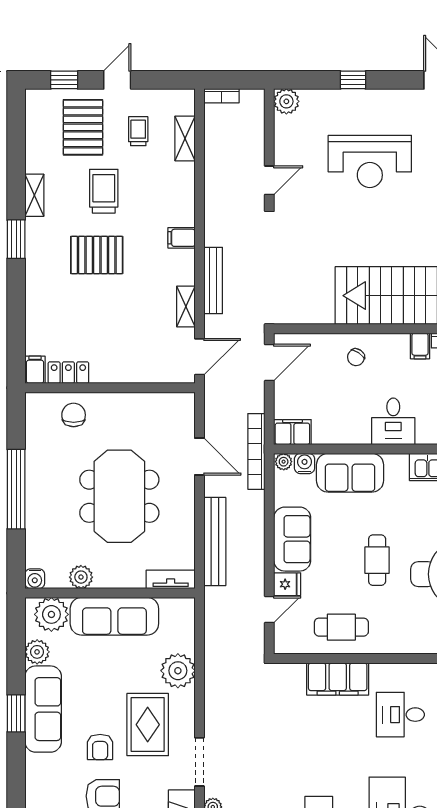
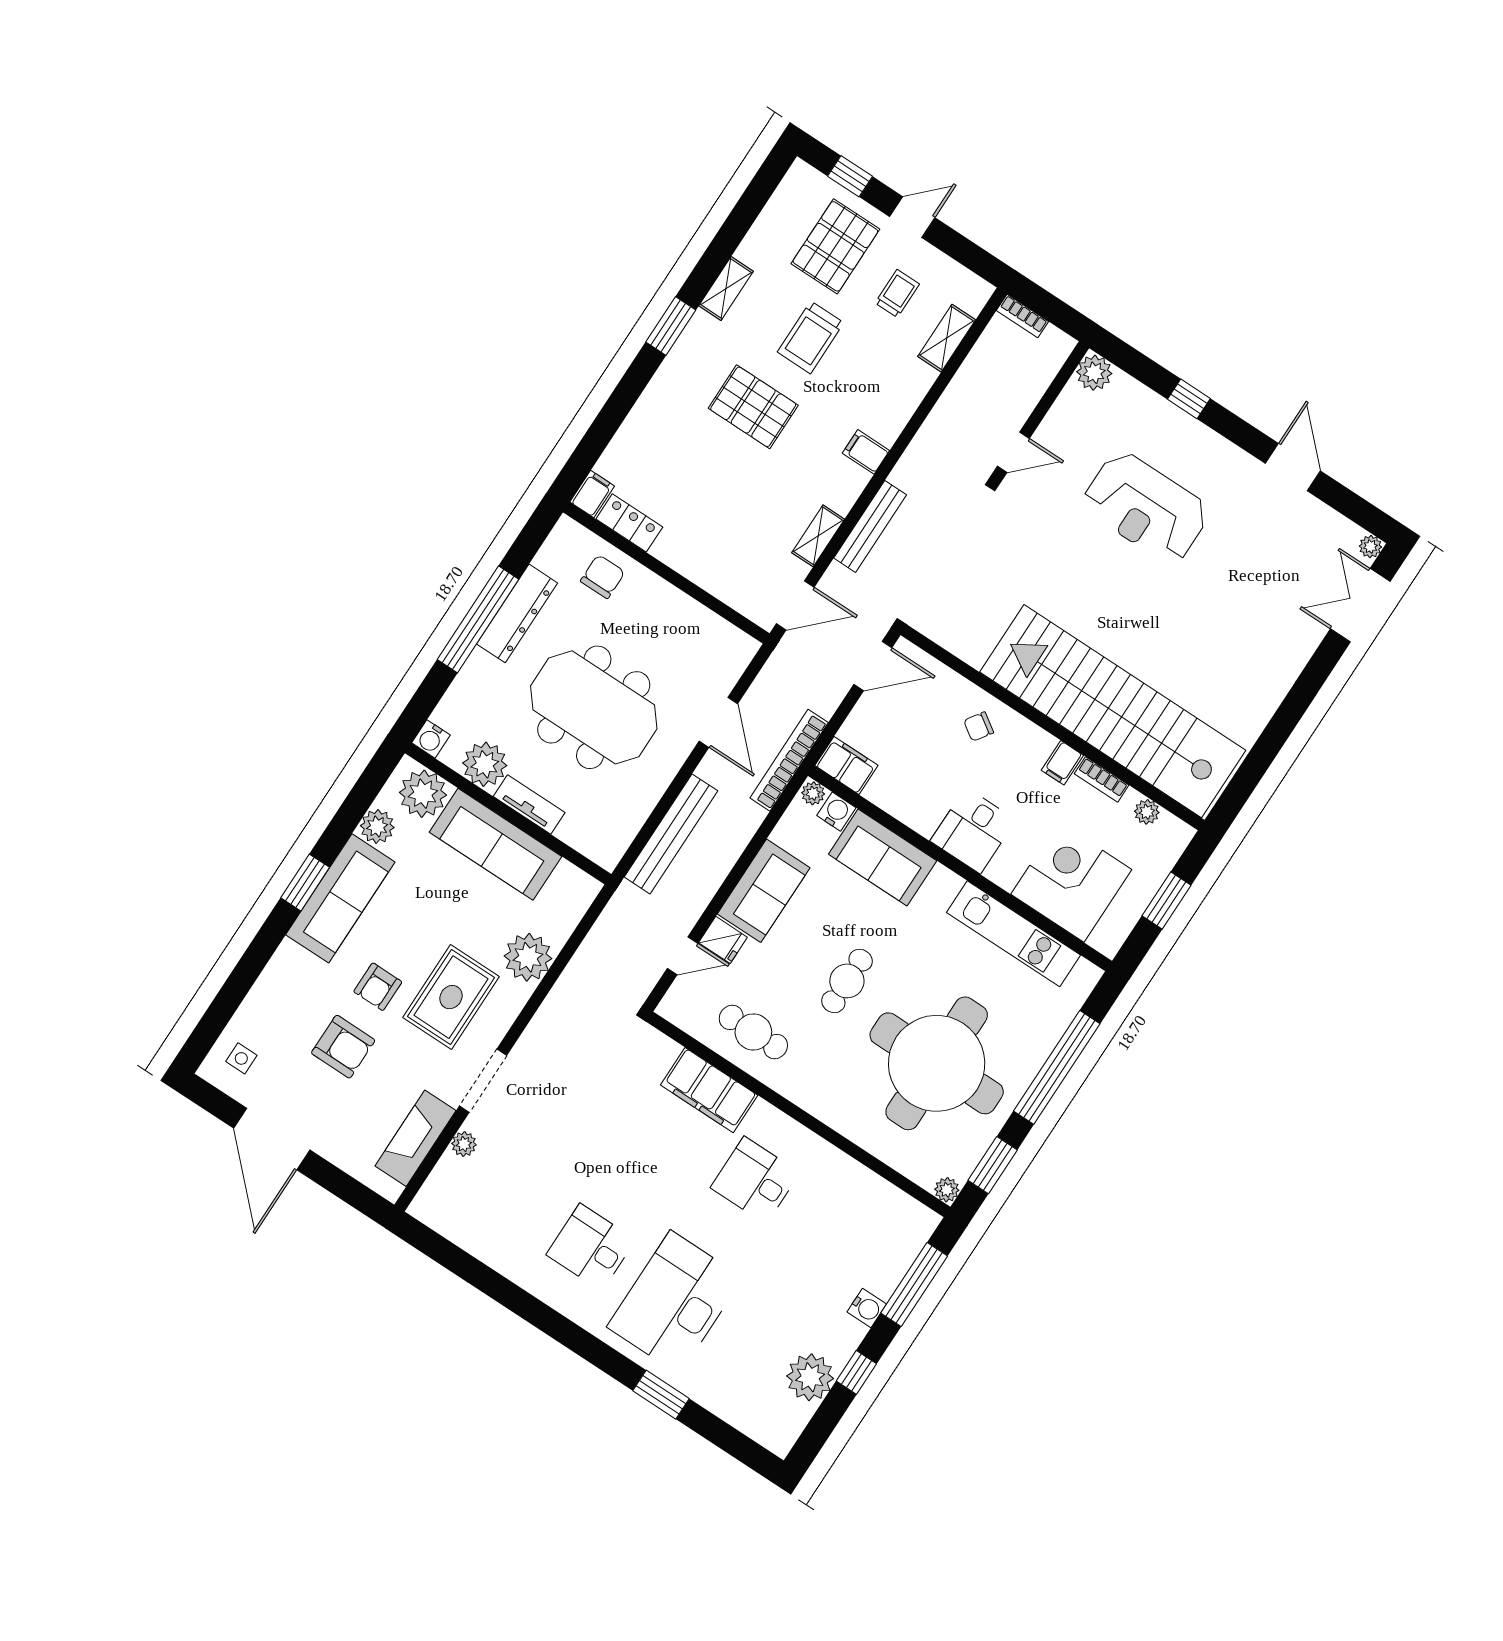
trolley: (104, 191) -> (811, 337), turned 180
dresser: (37, 470) -> (517, 613), added
meeting table: (119, 496) -> (594, 707), turned 90
plant: (81, 577) -> (485, 764), width x1.36, depth x1.36
tv unit: (171, 579) -> (529, 804), moved

